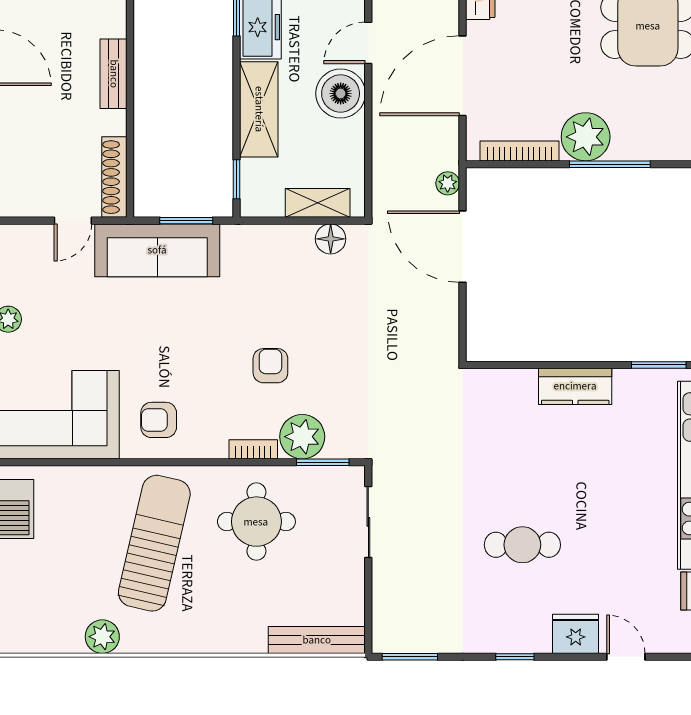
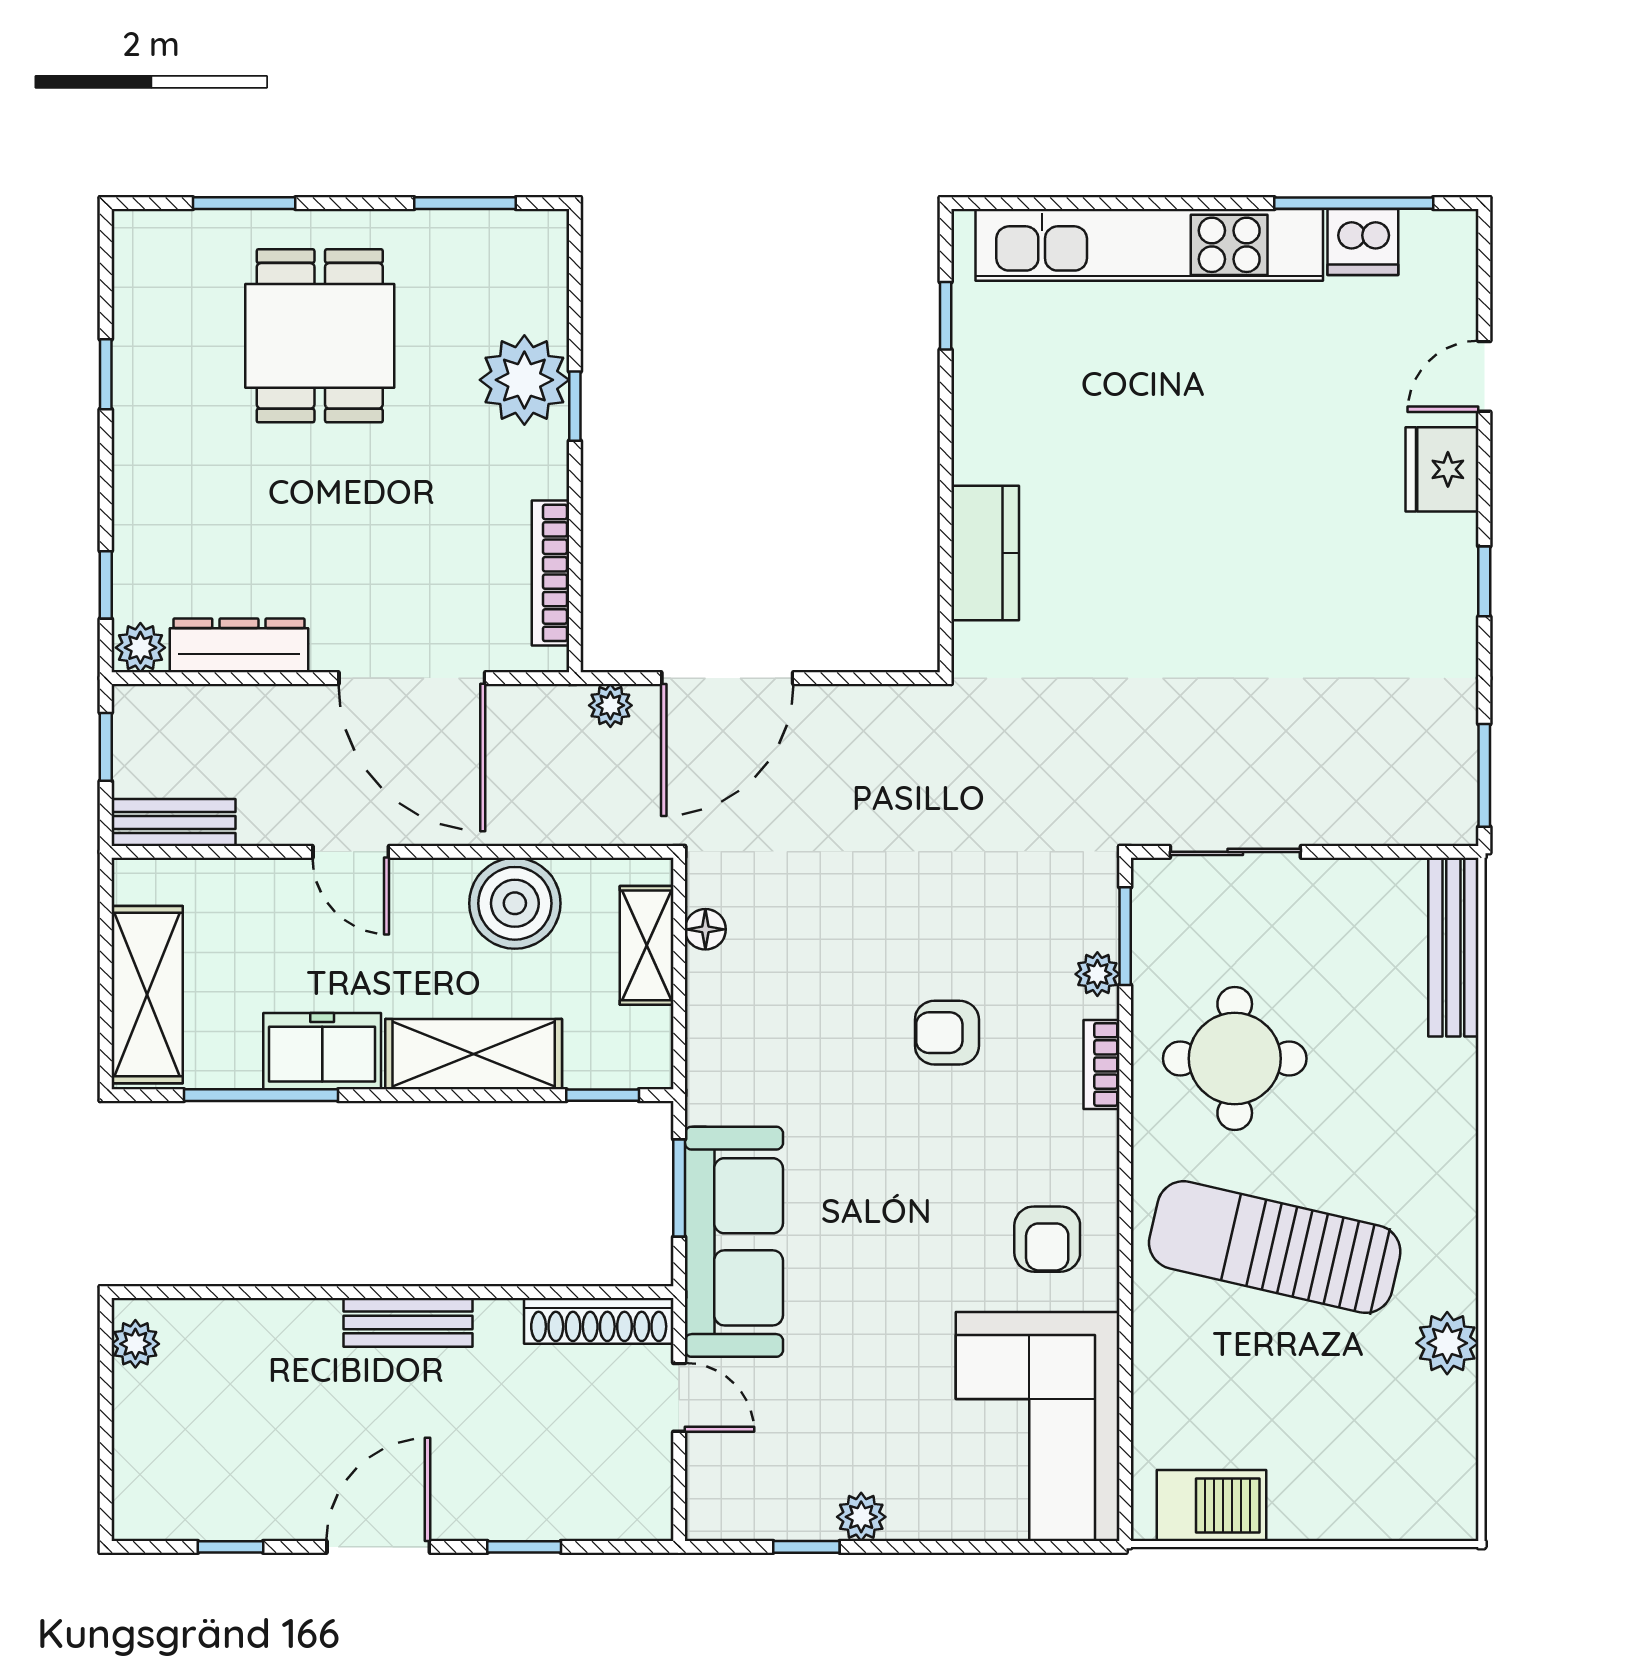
boiler: (341, 94) -> (515, 903), moved
plant: (586, 137) -> (524, 380), moved
window: (610, 164) -> (575, 406), width x0.46
floor lamp: (331, 239) -> (705, 929), width x0.73, depth x0.73
window: (659, 365) -> (946, 316), width x0.67
kitchen counter: (575, 386) -> (985, 553), moved
plant: (302, 437) -> (1097, 974), width x0.53, depth x0.53
cafe table: (522, 545) -> (1278, 567), removed

